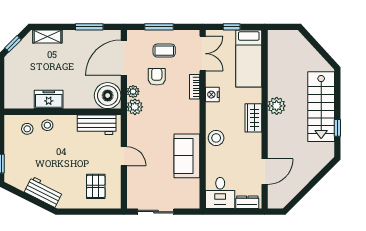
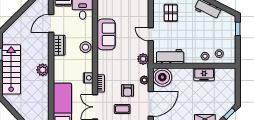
plant: (135, 107) -> (143, 59), moved
wardrobe: (253, 118) -> (59, 45), moved

